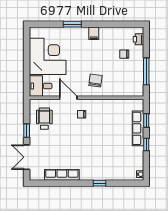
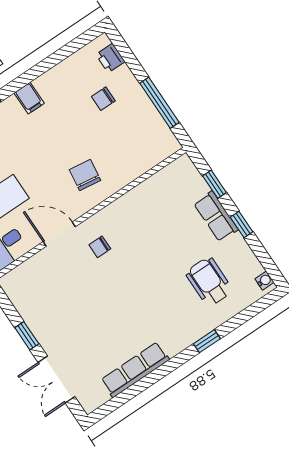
wheelchair: (44, 119) -> (209, 282), moved
row of seats: (138, 128) -> (216, 216), width x0.68

